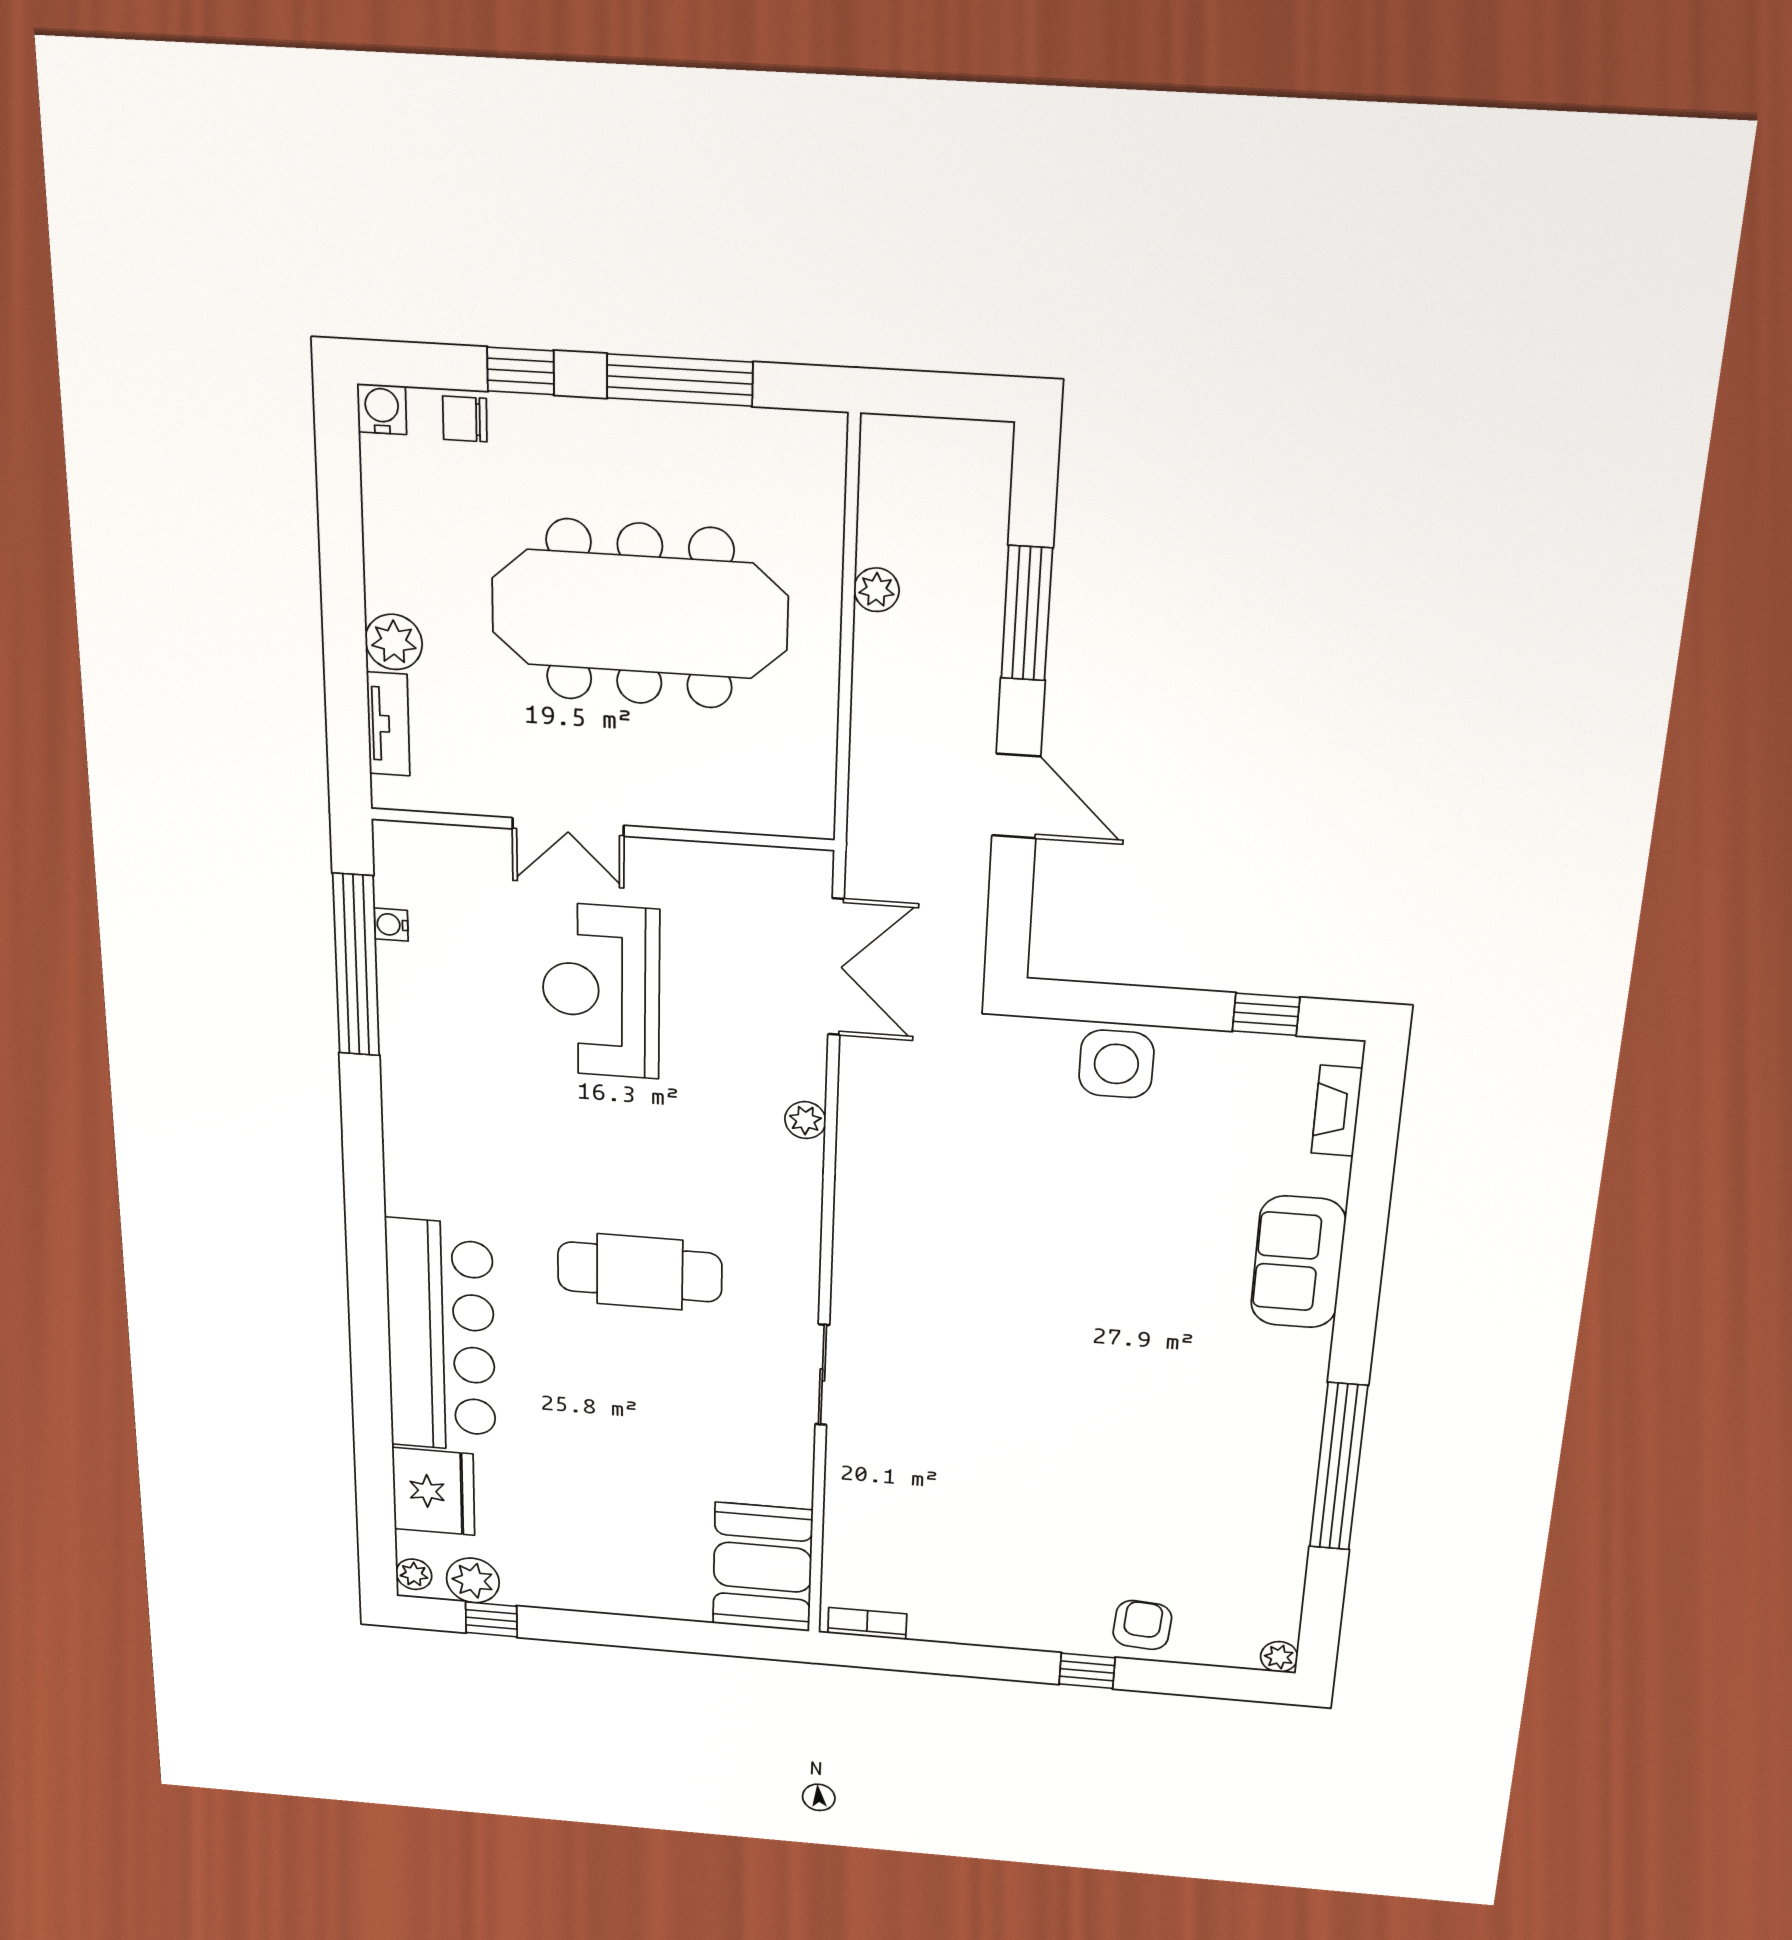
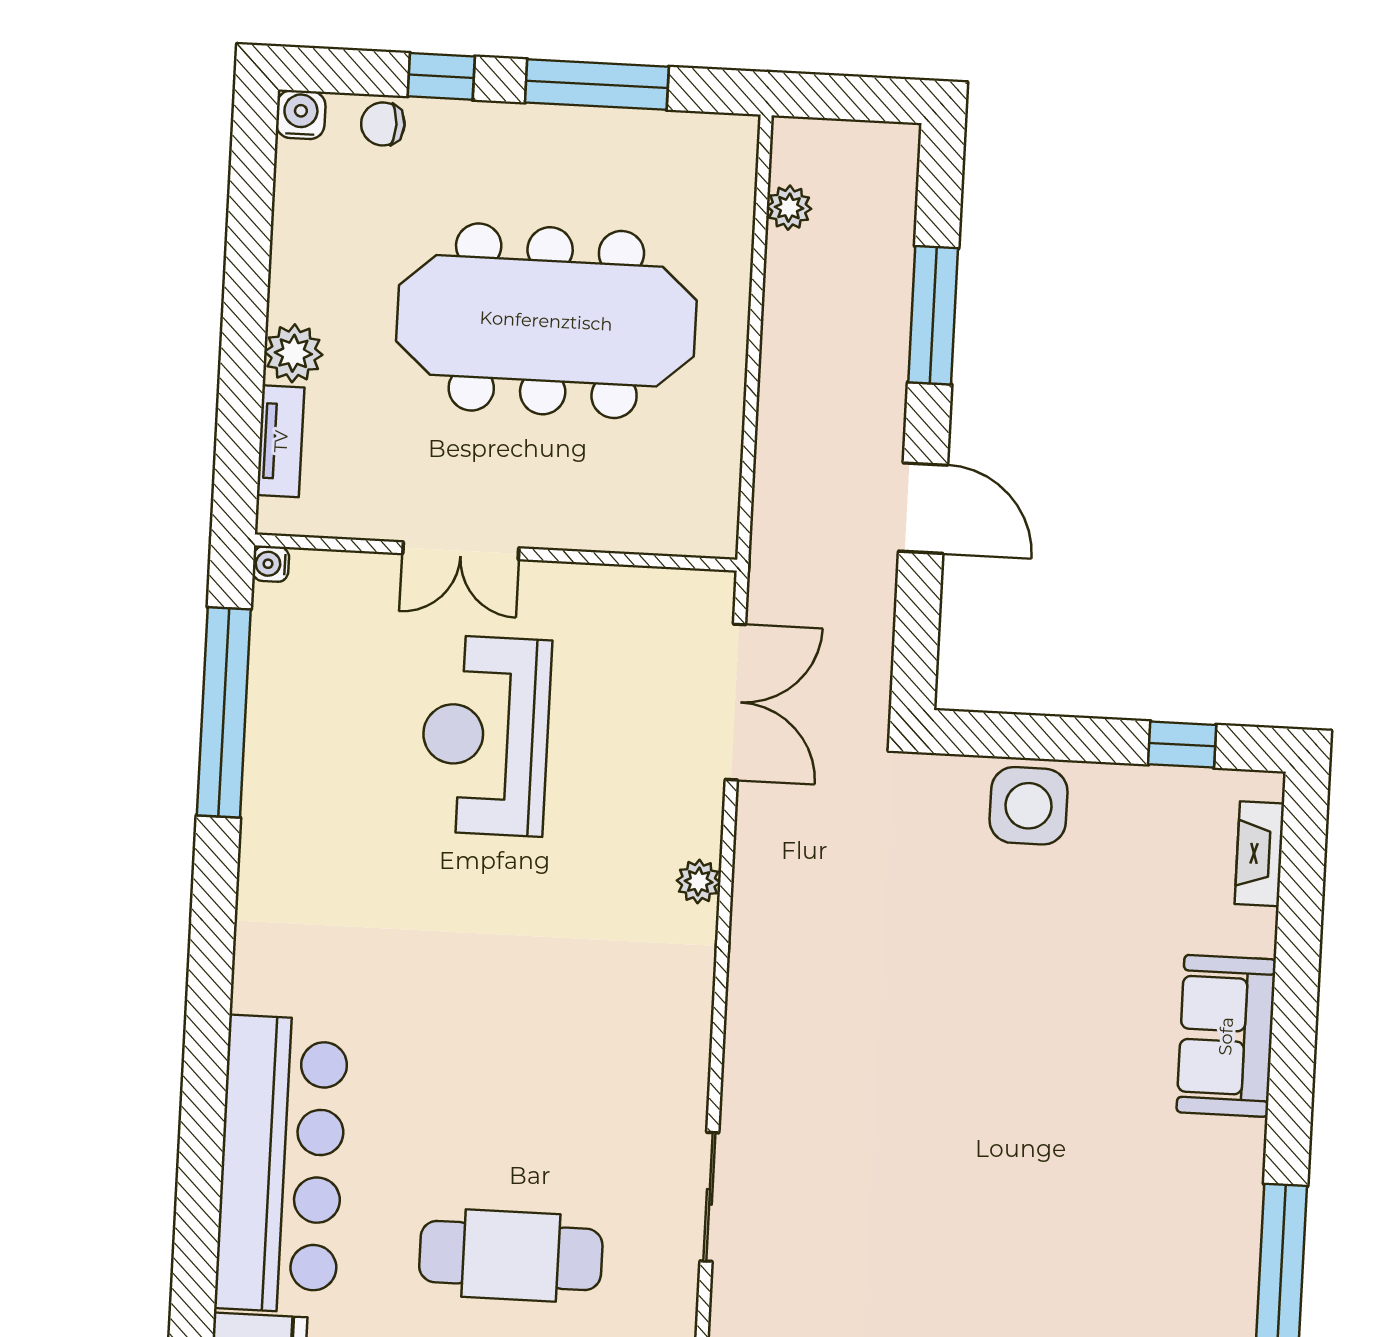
plant: (876, 590) -> (789, 208), moved
water cooler: (391, 925) -> (271, 564), moved
cafe table: (640, 1272) -> (511, 1256), moved

